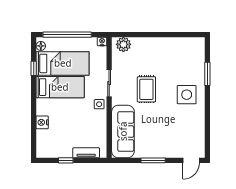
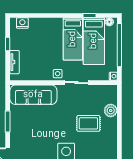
plant: (123, 44) -> (111, 110), moved
rug: (146, 89) -> (88, 123), moved
nightstand: (42, 122) -> (22, 23), moved

